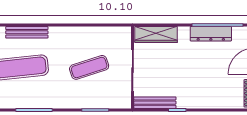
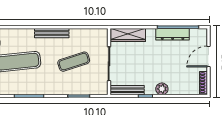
bench: (27, 32) -> (52, 33), moved
plant: (198, 101) -> (162, 89), added

